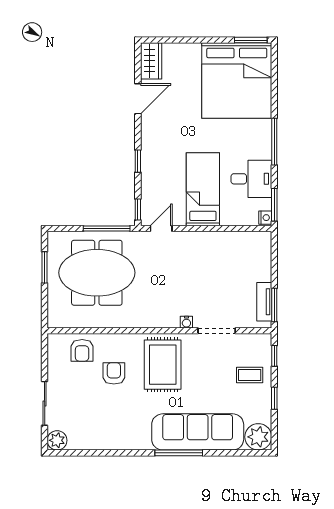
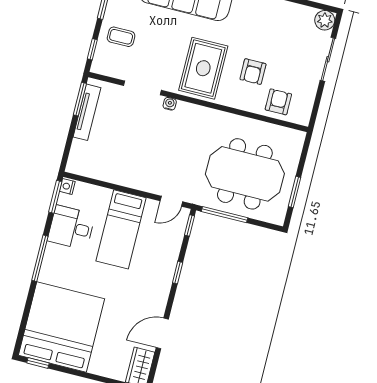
window: (251, 40) -> (38, 363), width x0.67
tv unit: (264, 302) -> (87, 112), width x1.41

